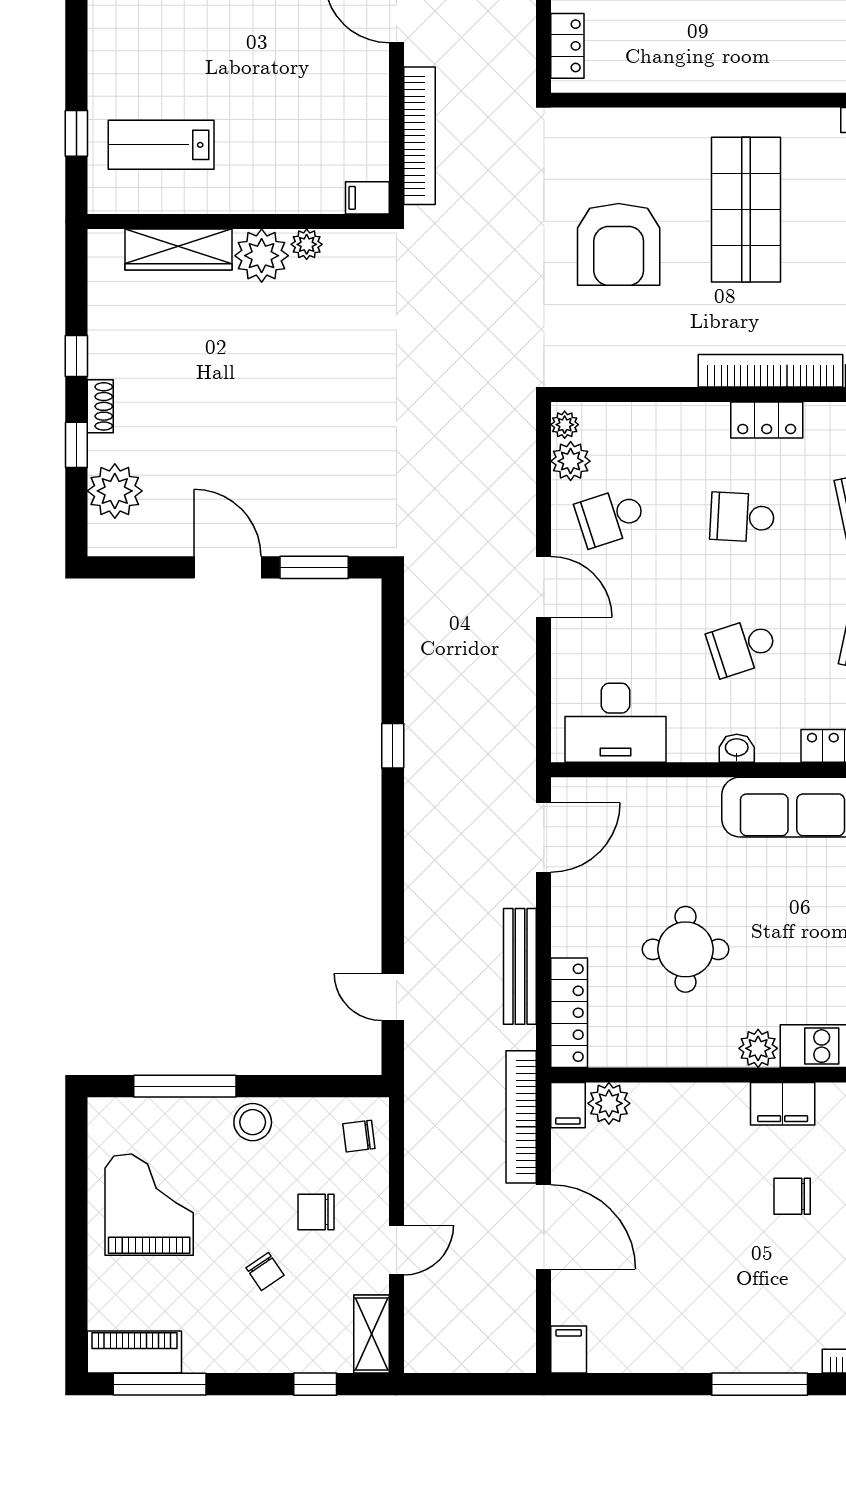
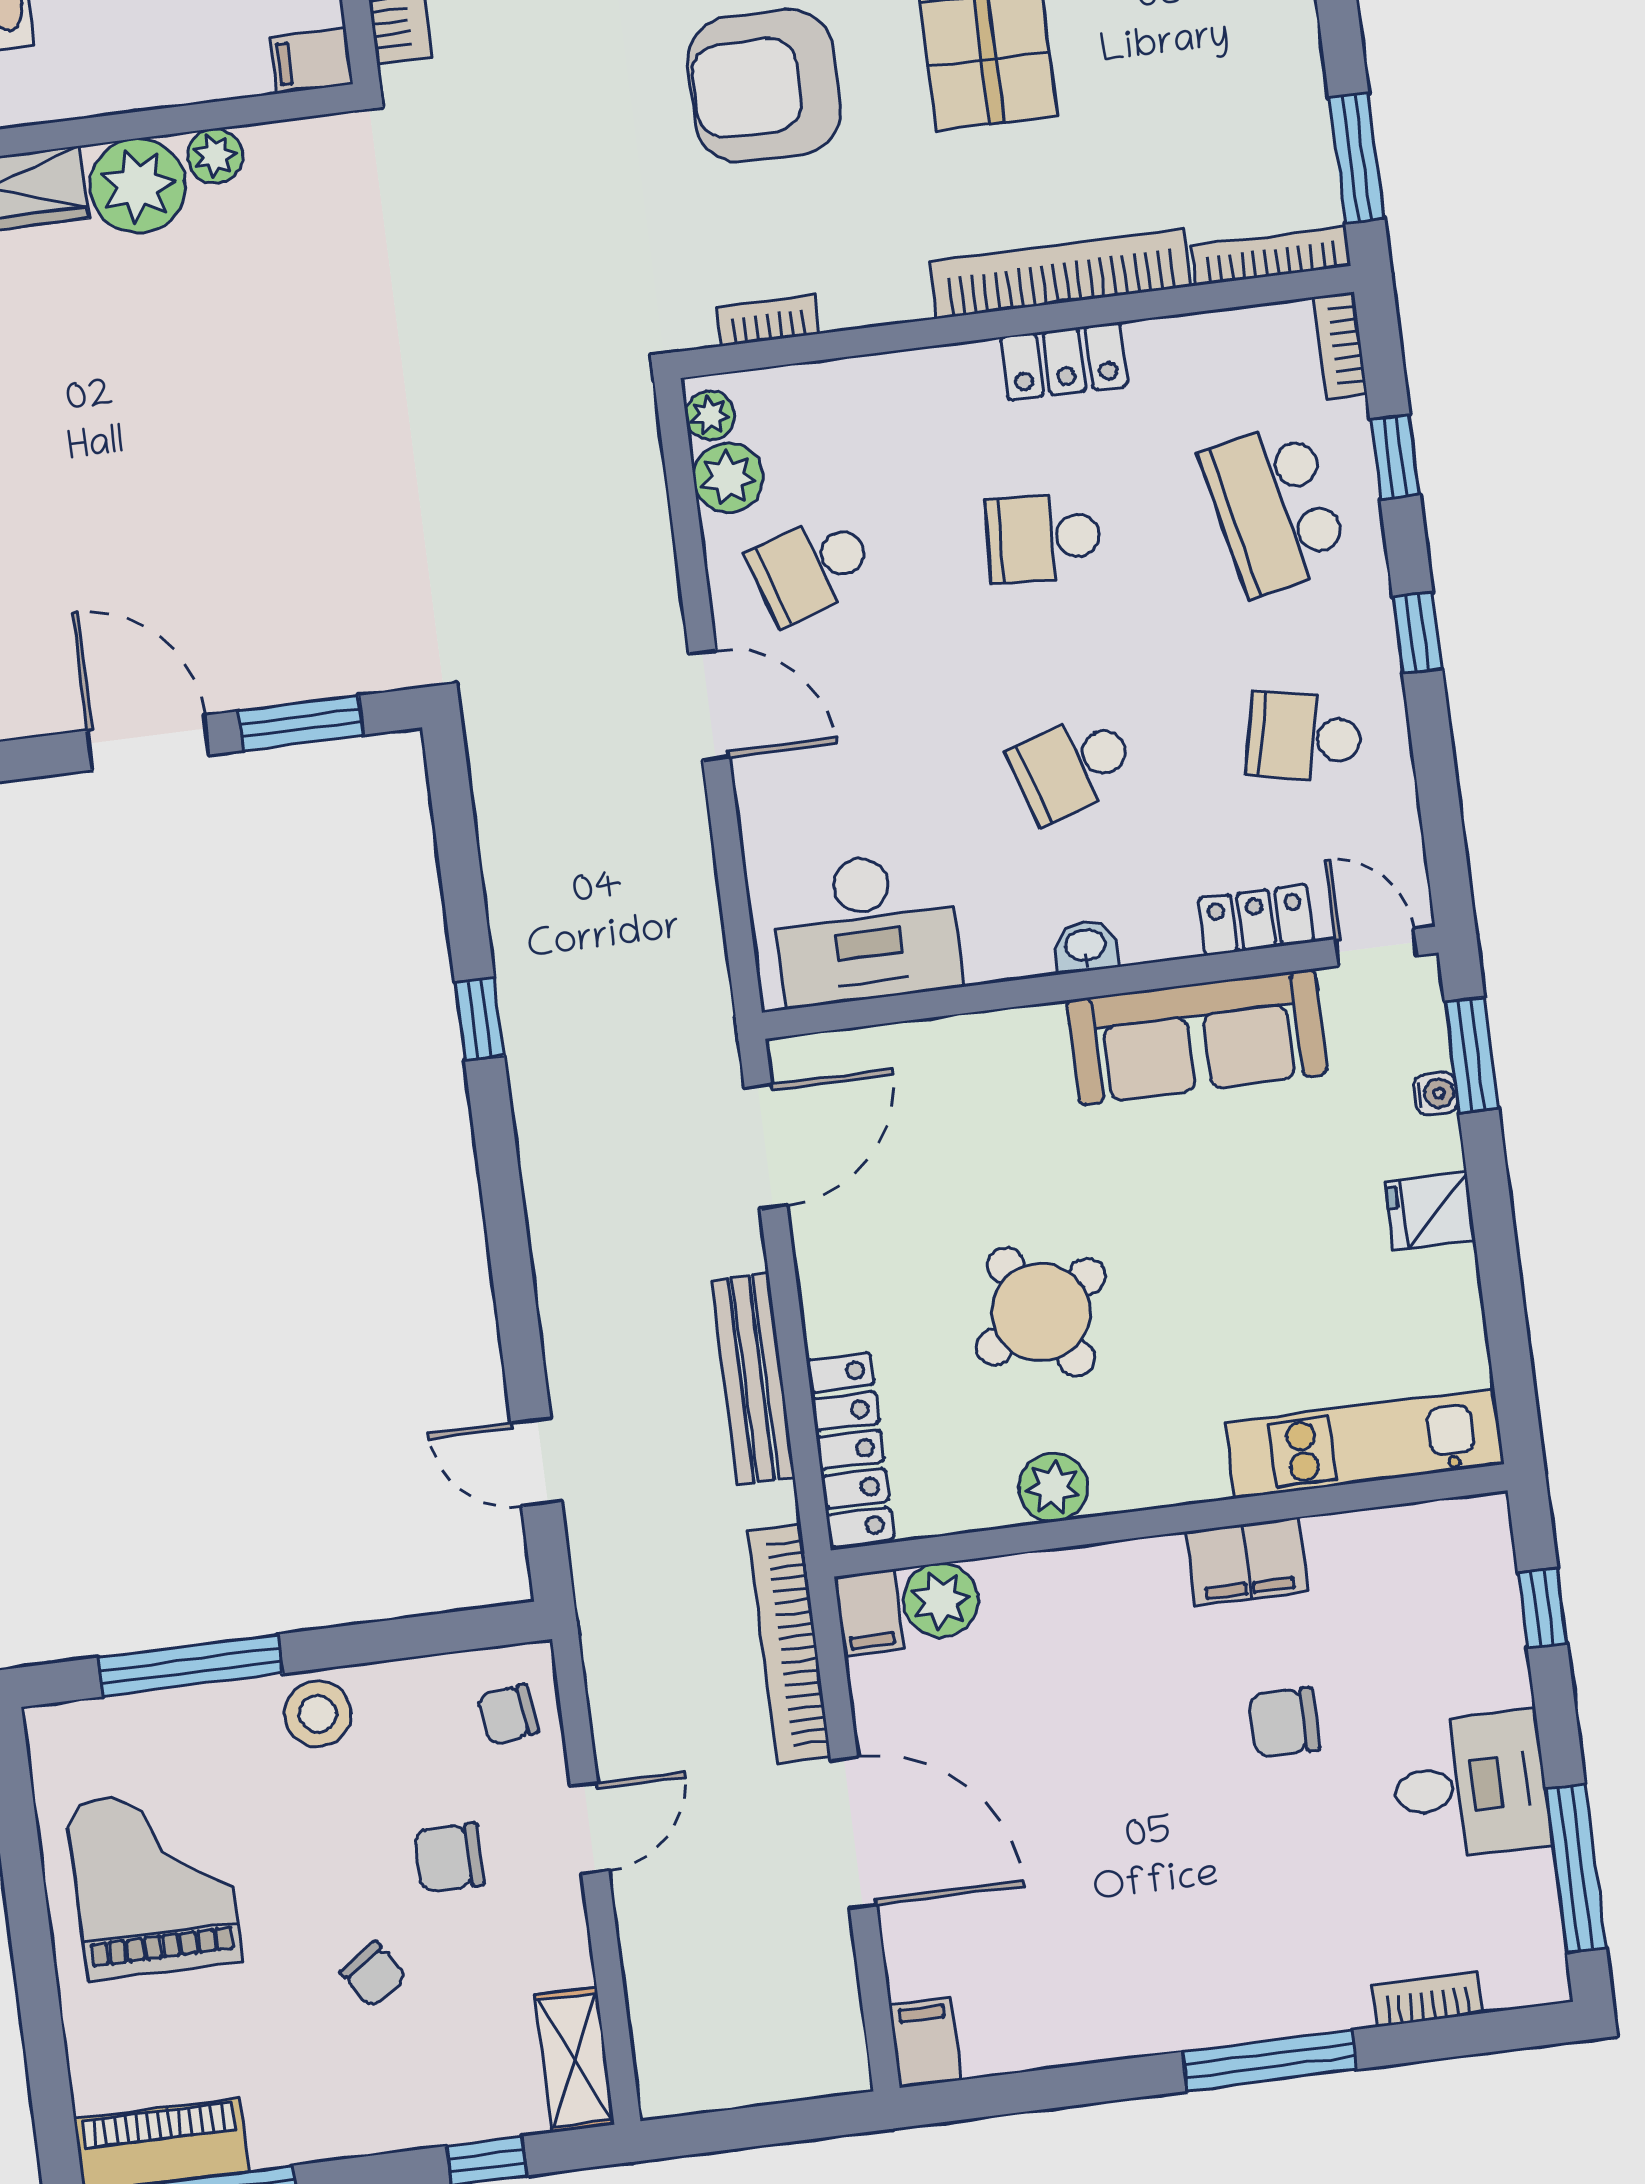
armchair: (619, 244) -> (764, 86), turned 90
bookcase: (604, 376) -> (768, 321), added
round table: (686, 949) -> (1041, 1312), turned -30
plant: (758, 1048) -> (1053, 1487), moved
door: (396, 1250) -> (590, 1828), moved

